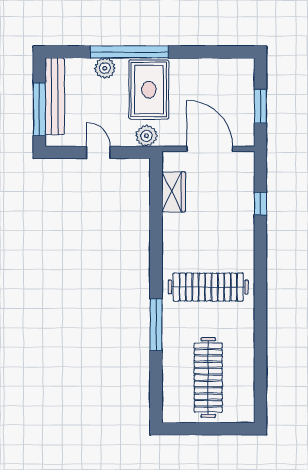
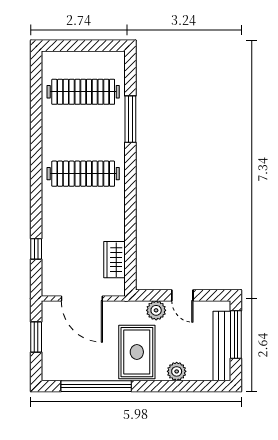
window: (129, 52) -> (96, 386), moved
plant: (146, 136) -> (156, 310), moved
window: (156, 325) -> (130, 119), moved
clothes rail: (208, 378) -> (83, 92), turned 90

